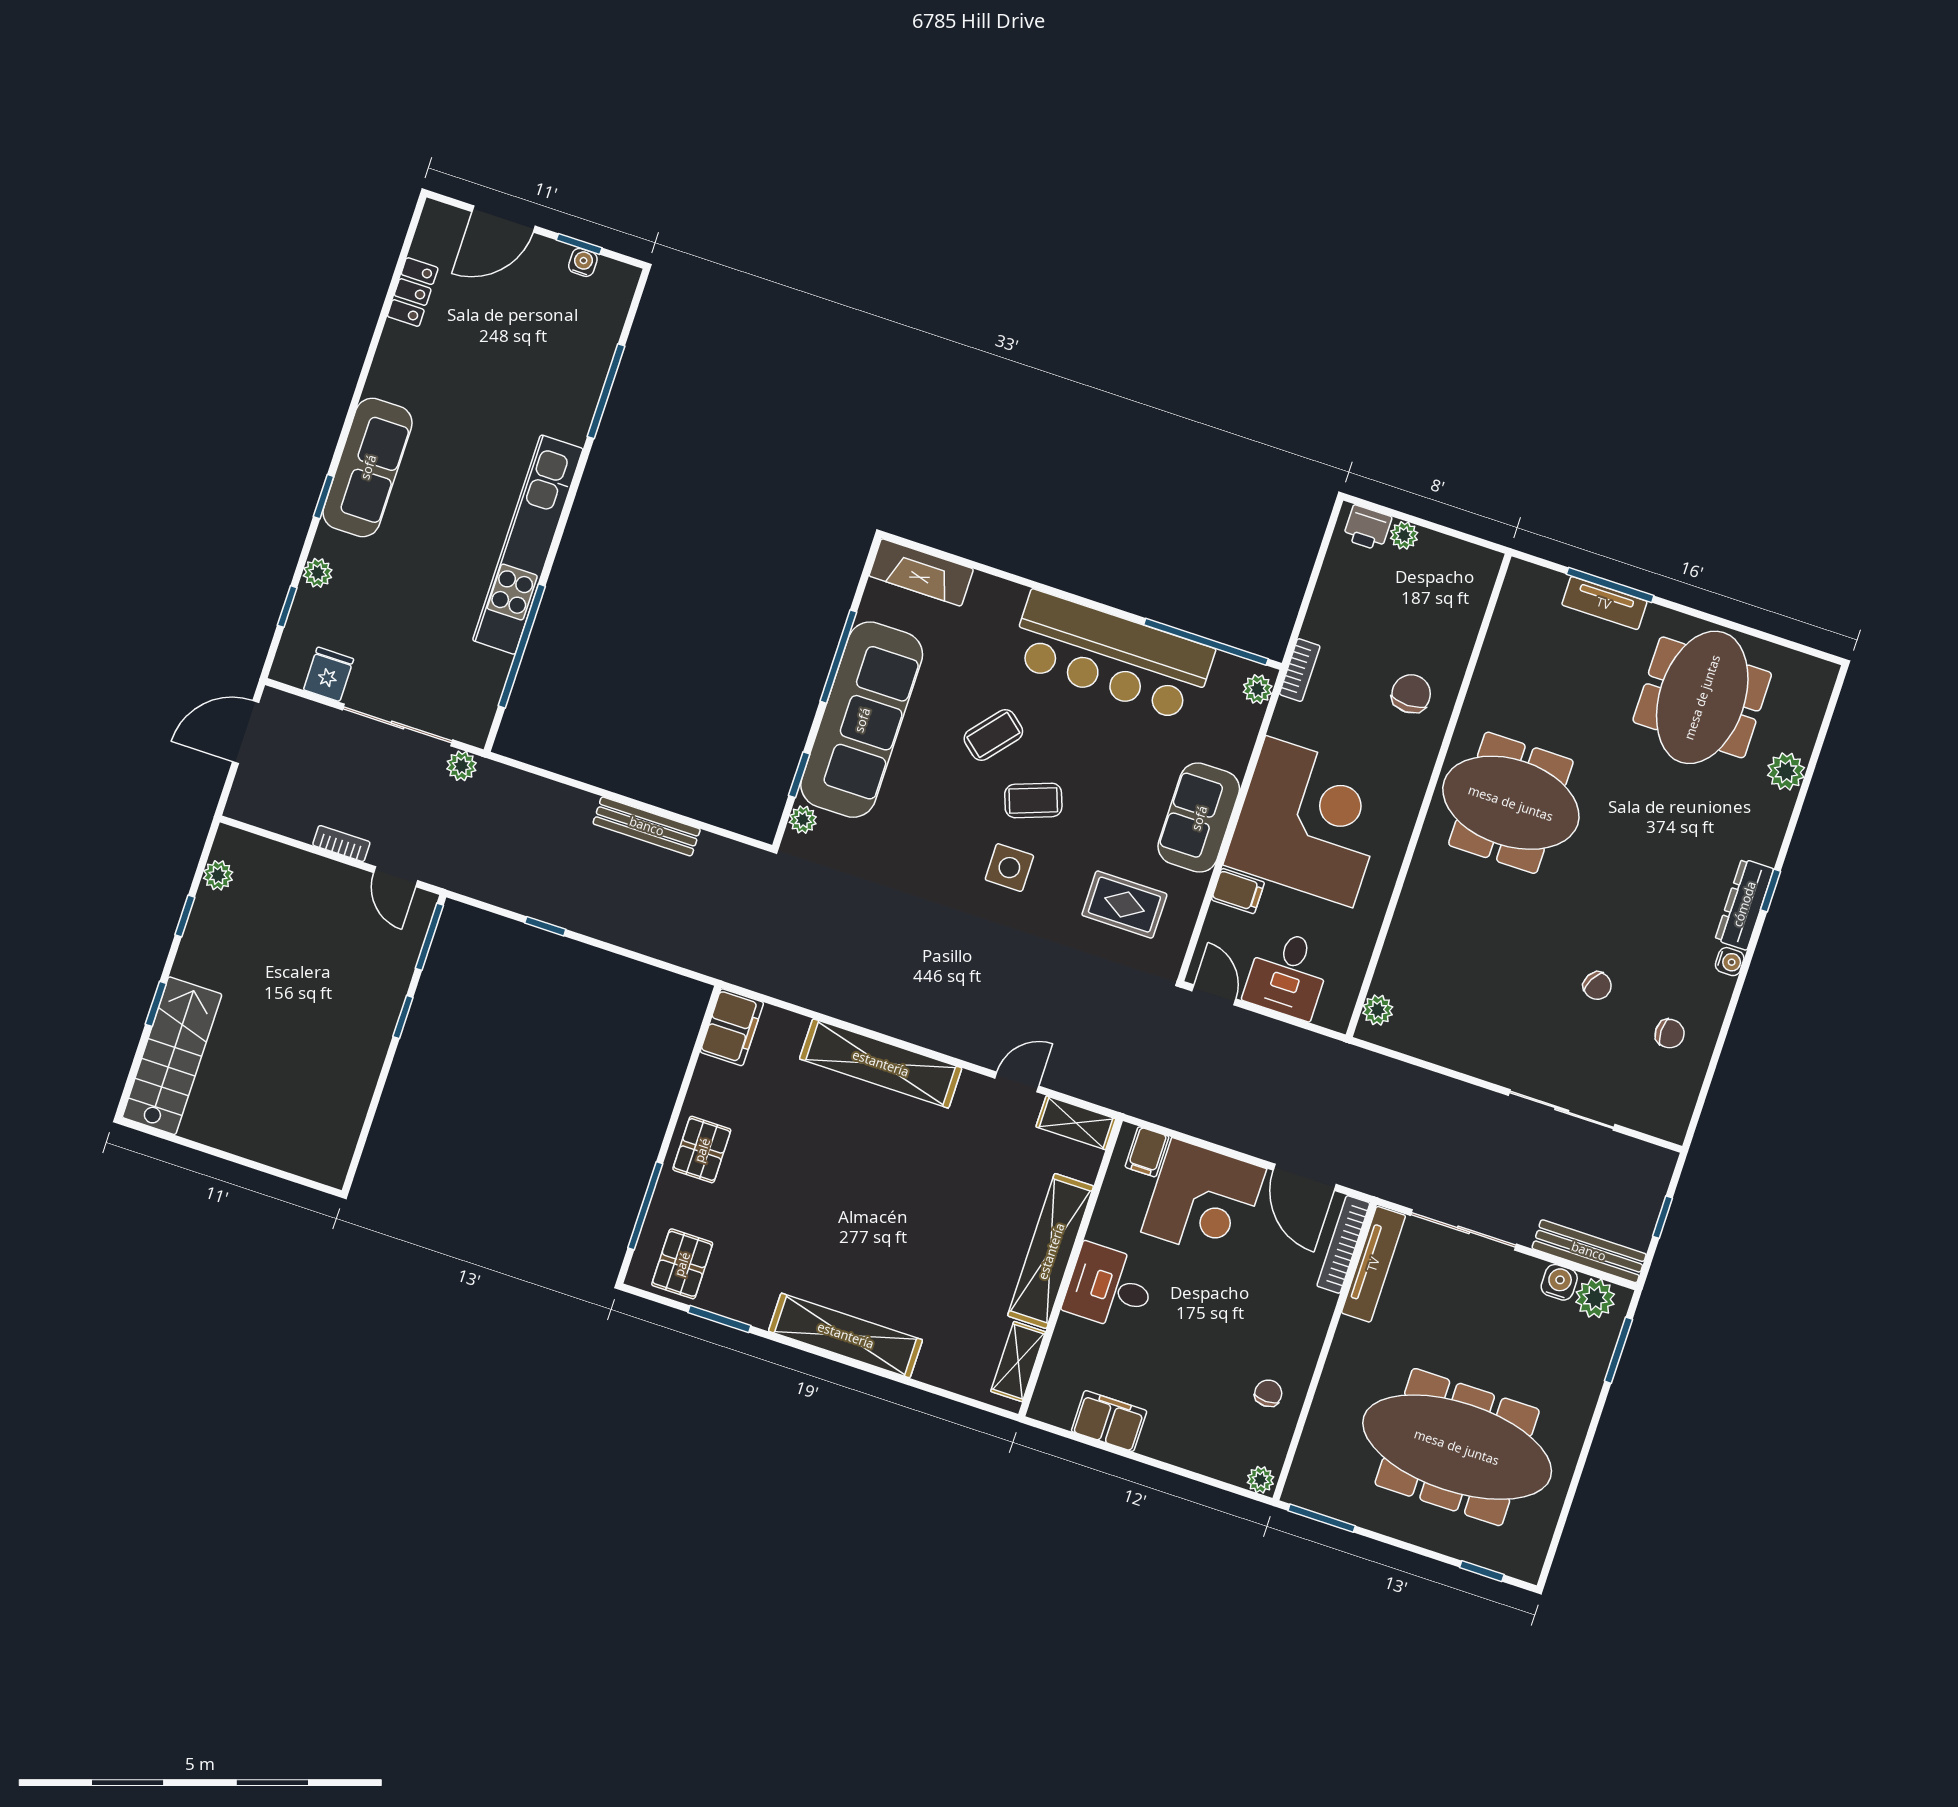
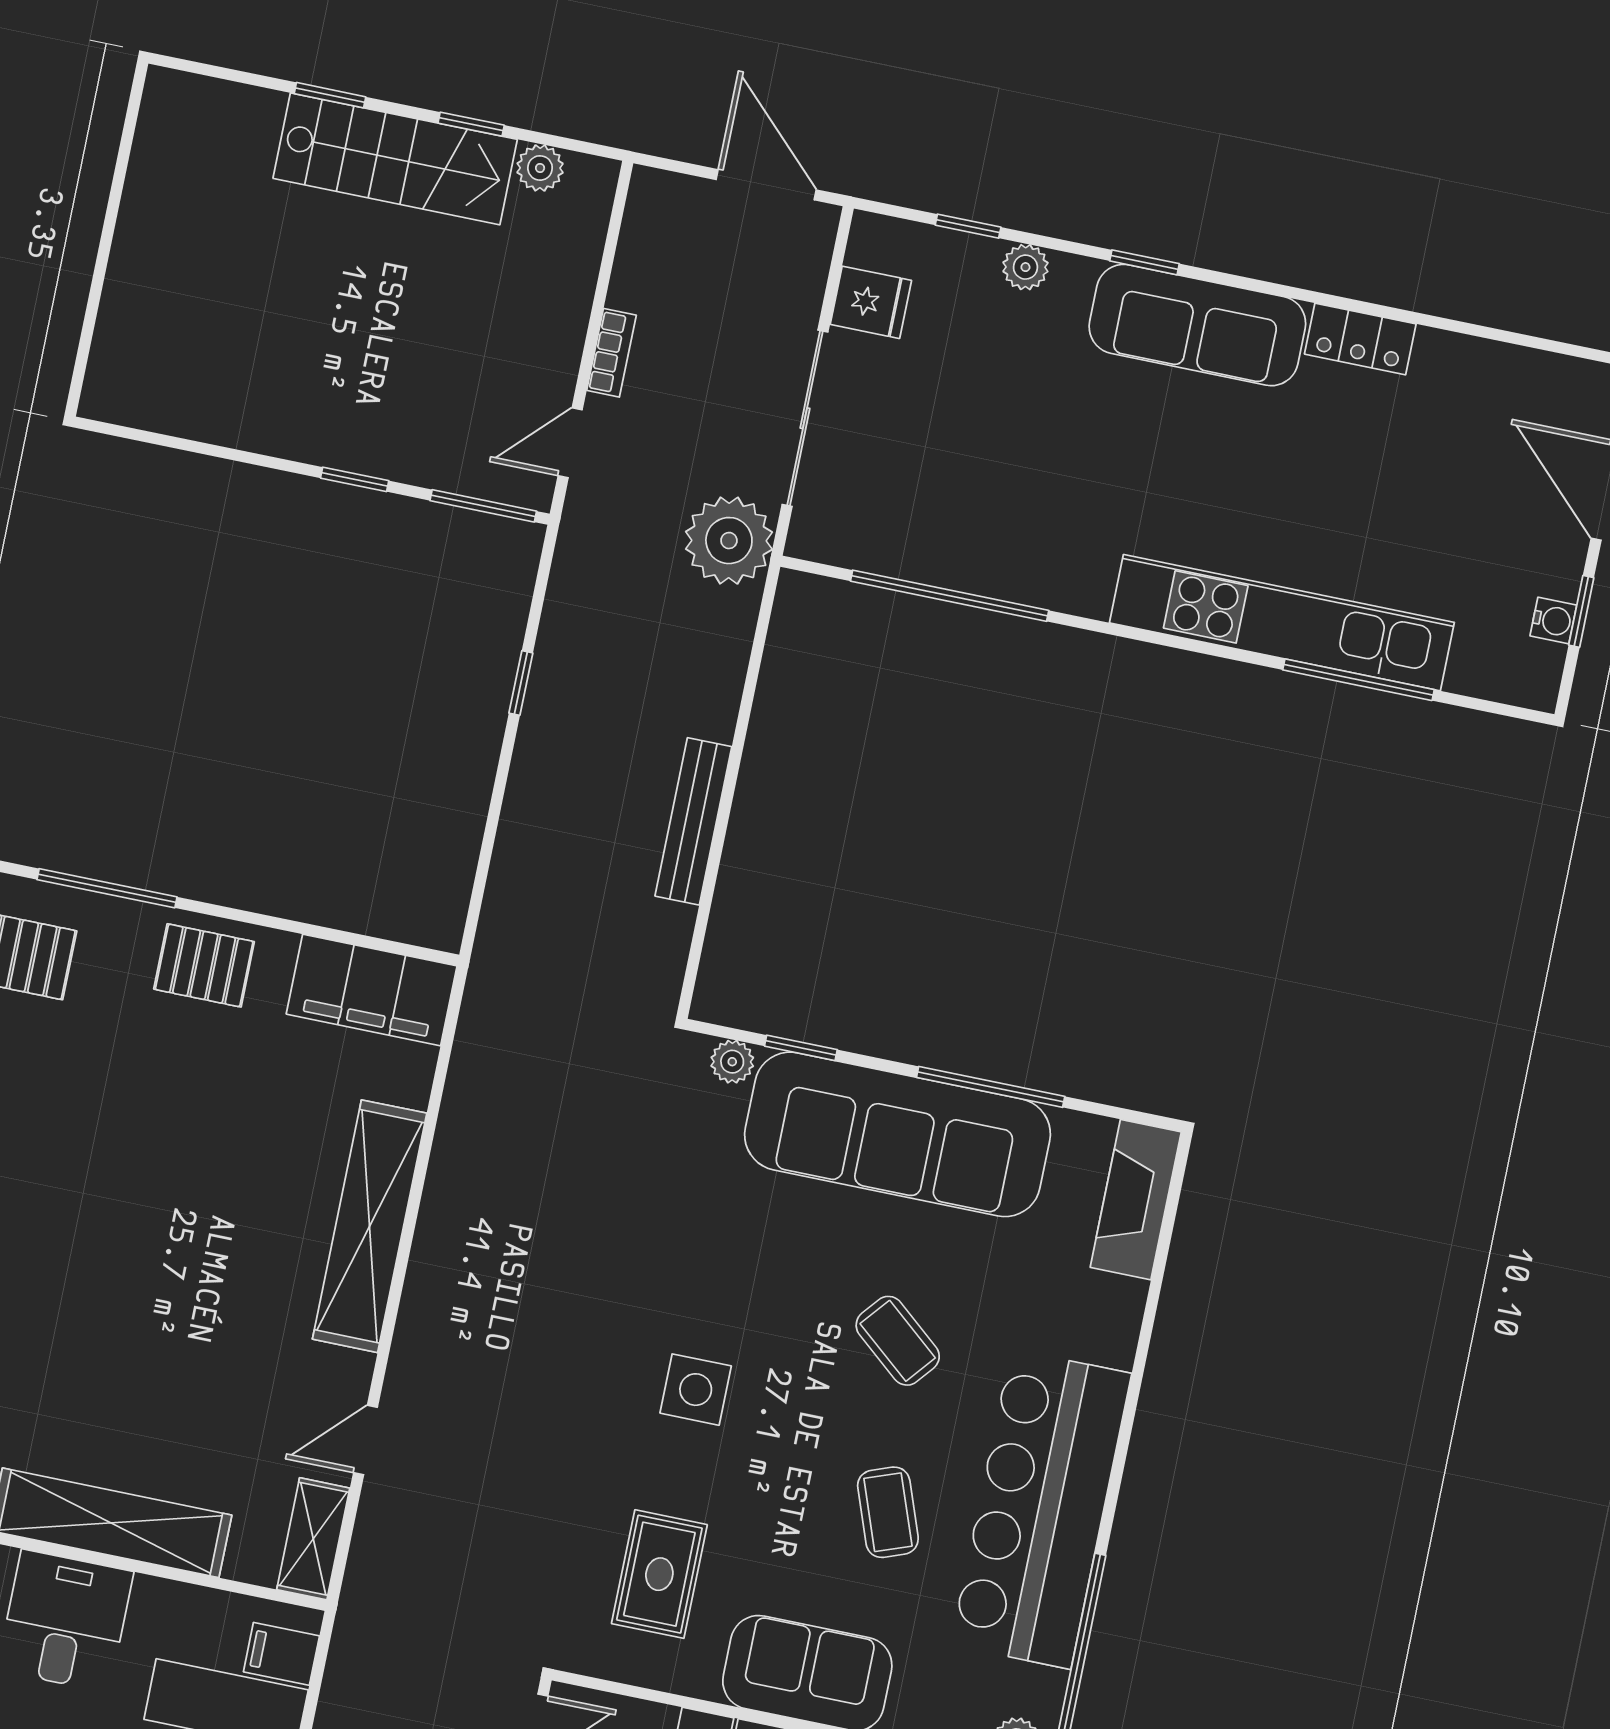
locker: (413, 292) -> (1360, 339), moved
kitchen unit: (528, 545) -> (1282, 623), moved
plant: (462, 766) -> (729, 541), width x1.87, depth x1.87
coffee table: (1033, 800) -> (888, 1512), moved
filing cabinet: (732, 1027) -> (372, 990), width x1.50, depth x1.17
stairs: (172, 1056) -> (395, 159), moved
door: (1017, 1082) -> (365, 1440), swing flipped

